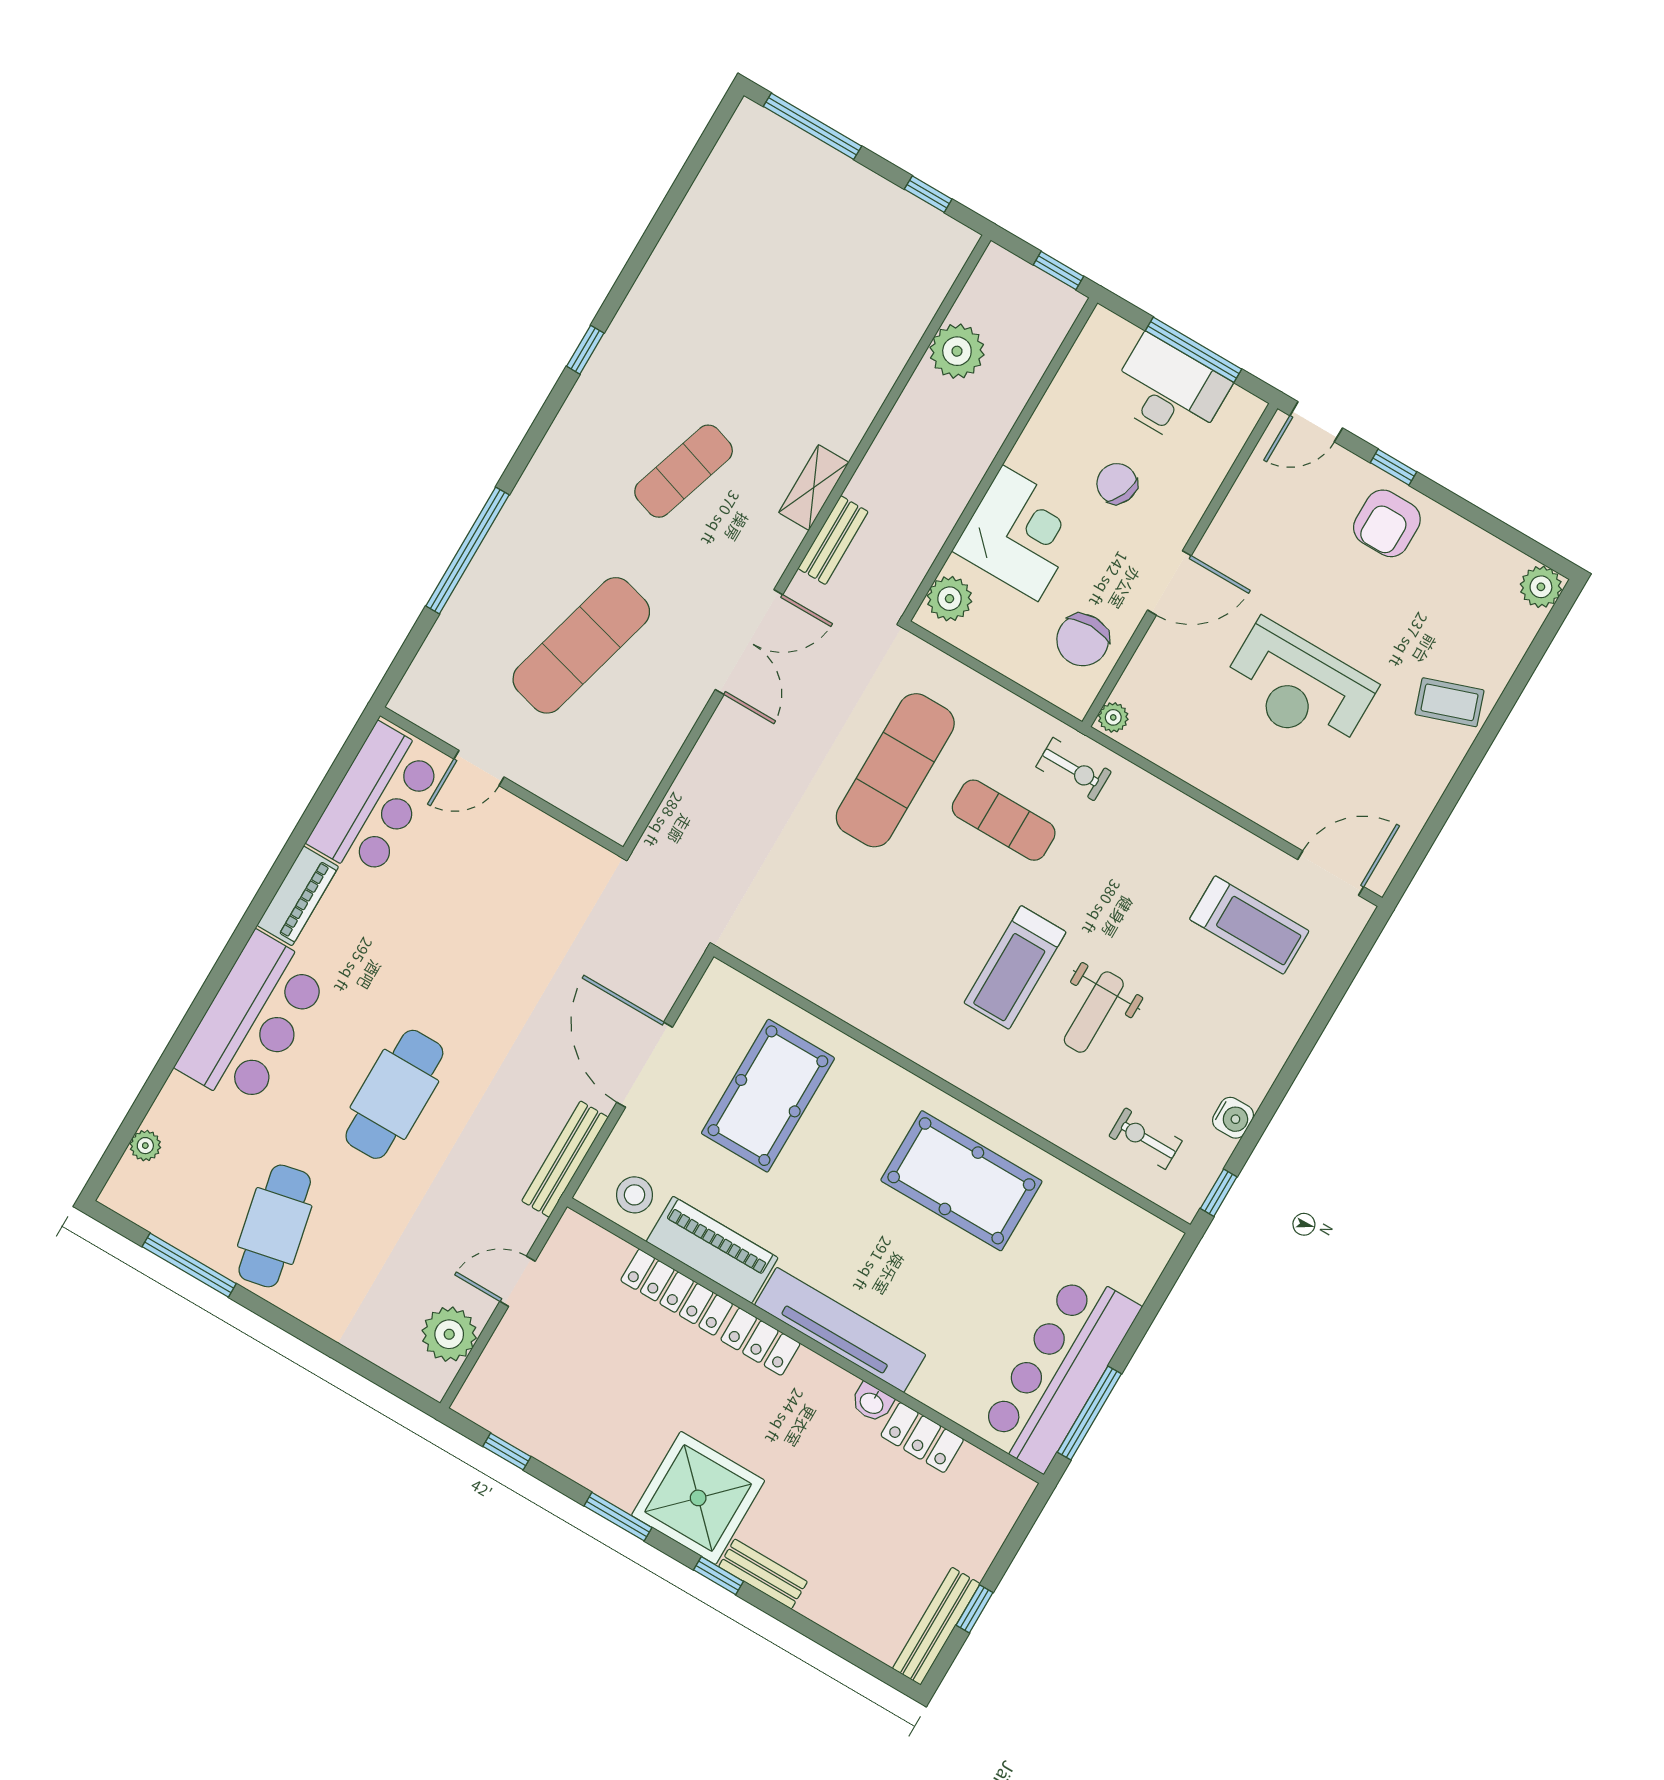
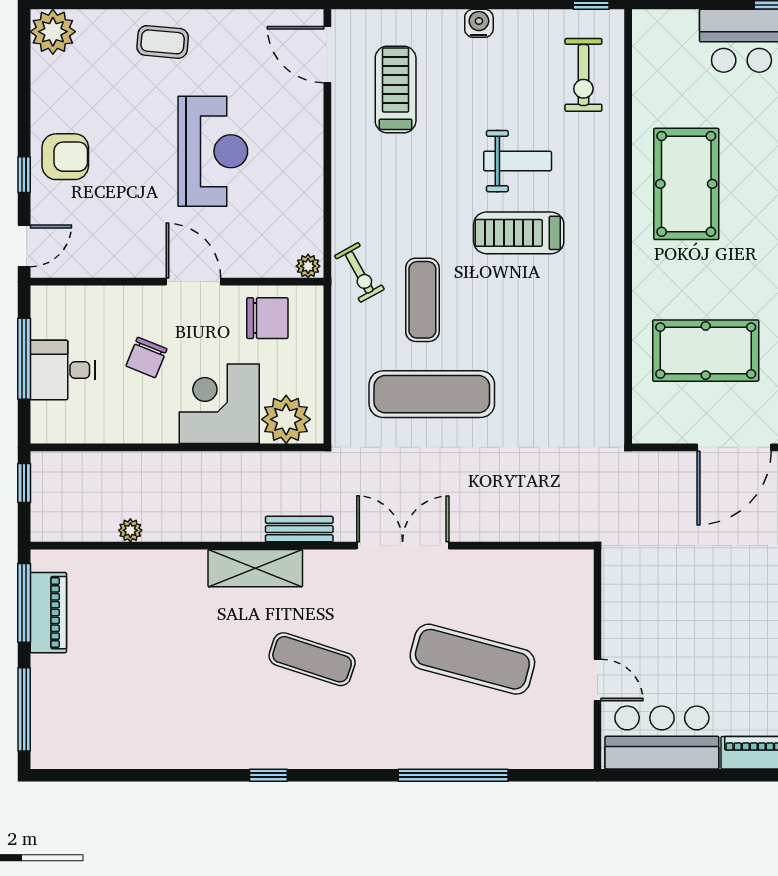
window: (928, 194) -> (24, 603), width x2.17
piano: (902, 214) -> (48, 613), added
plant: (957, 351) -> (130, 530), width x0.53, depth x0.53
desk: (1169, 391) -> (62, 370), width x0.73
door: (1316, 422) -> (24, 246), hinge flipped
shelving: (814, 487) -> (255, 568), width x1.50, depth x1.33
plant: (1541, 587) -> (53, 32), width x1.36, depth x1.36
plant: (950, 599) -> (286, 419), width x1.36, depth x1.36
coffee table: (1450, 702) -> (163, 42), turned -66
exercise bike: (1074, 769) -> (359, 272), turned 151
treadmill: (1015, 967) -> (519, 233), turned 180
water cooler: (1233, 1118) -> (479, 23), moved
exercise bike: (1145, 1139) -> (583, 75), width x1.38, depth x1.39

